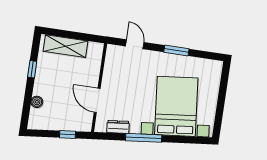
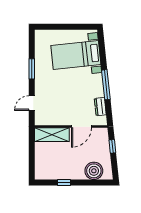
shelving: (65, 46) -> (52, 135), moved, turned 90
boiler: (37, 102) -> (94, 171), width x1.86, depth x1.86
bed with nightstands: (176, 106) -> (76, 55), width x0.73

